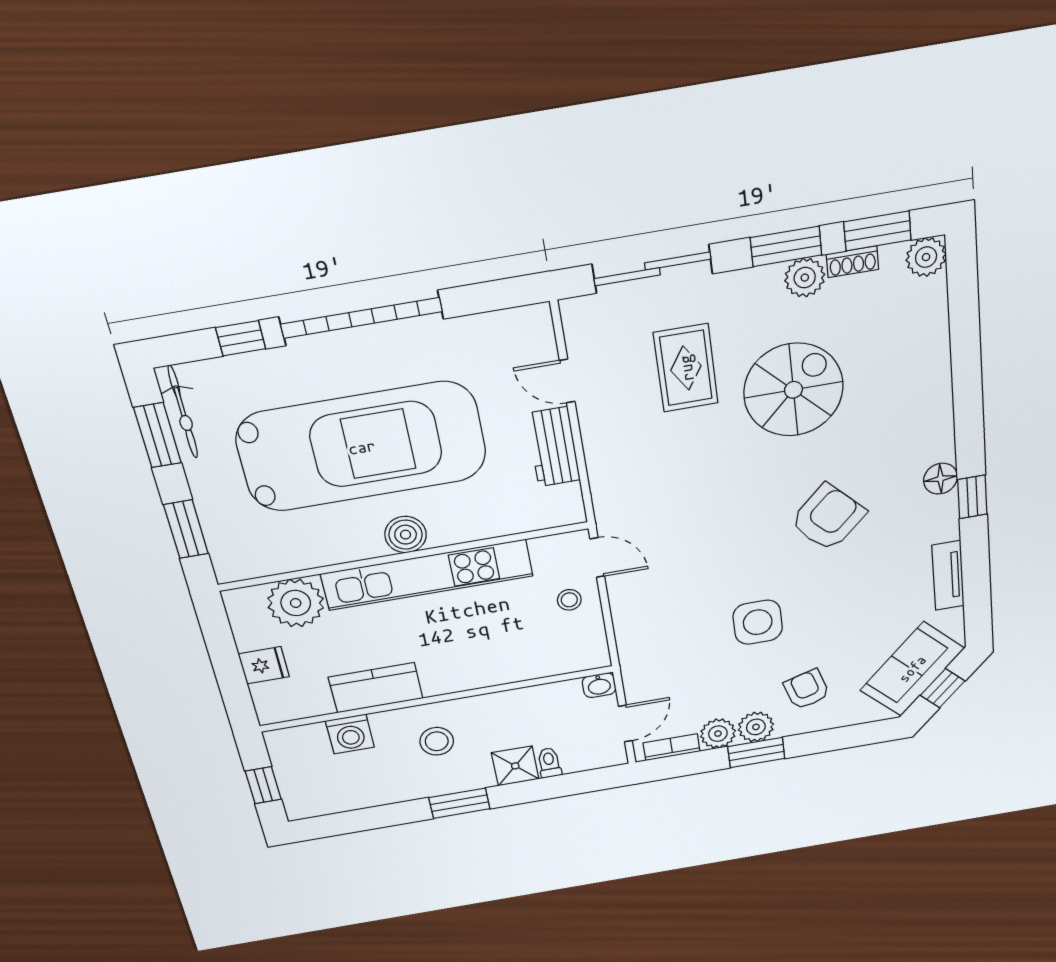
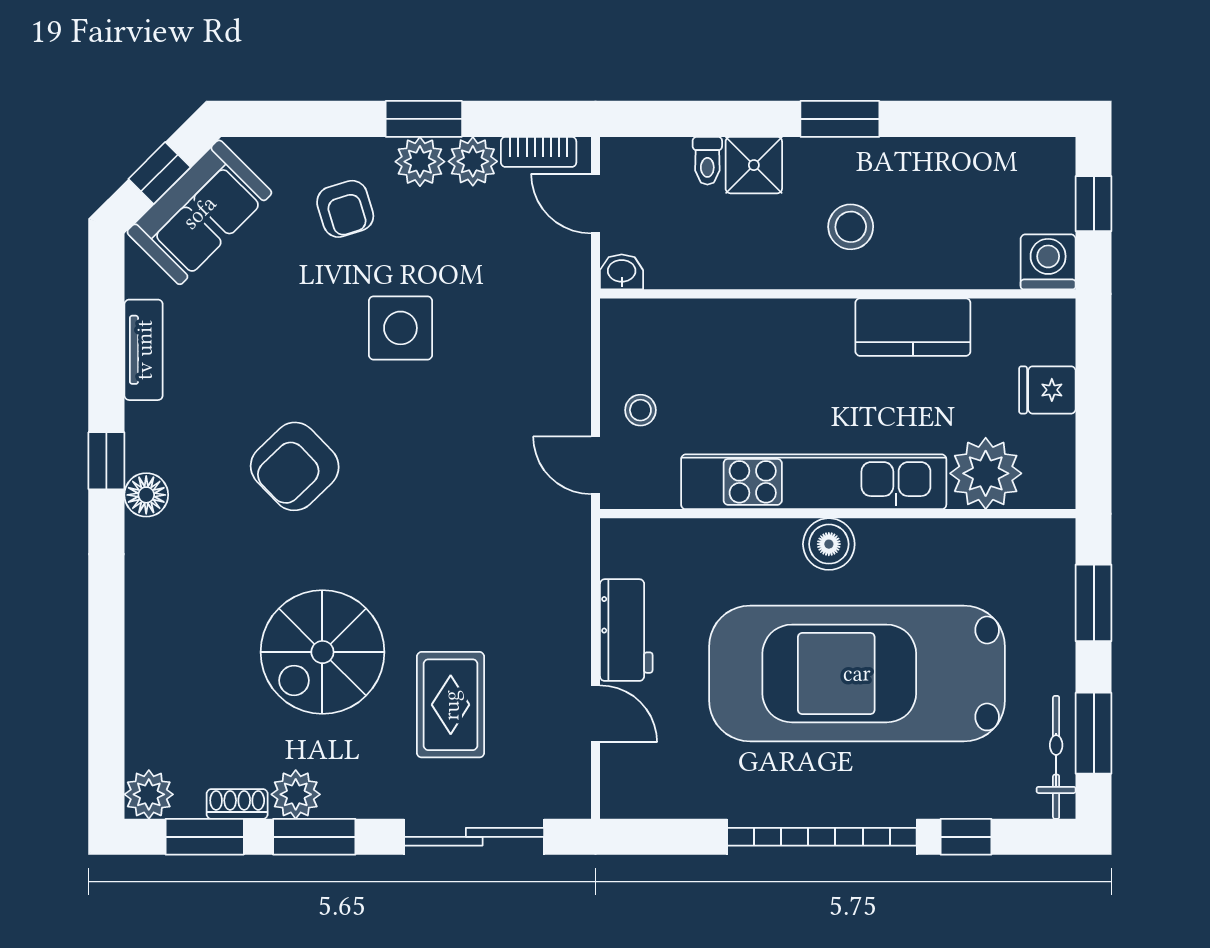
door: (625, 724) -> (596, 204), hinge flipped
washing machine: (350, 734) -> (1048, 262), moved

